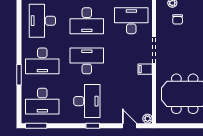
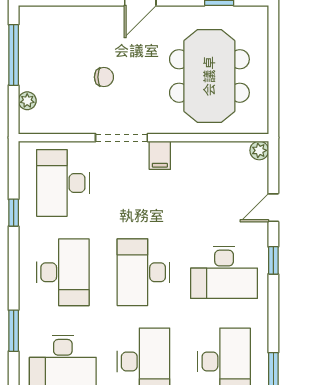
chair: (178, 19) -> (104, 77), moved
desk: (87, 101) -> (224, 272), turned 180
door: (129, 126) -> (273, 208), moved

